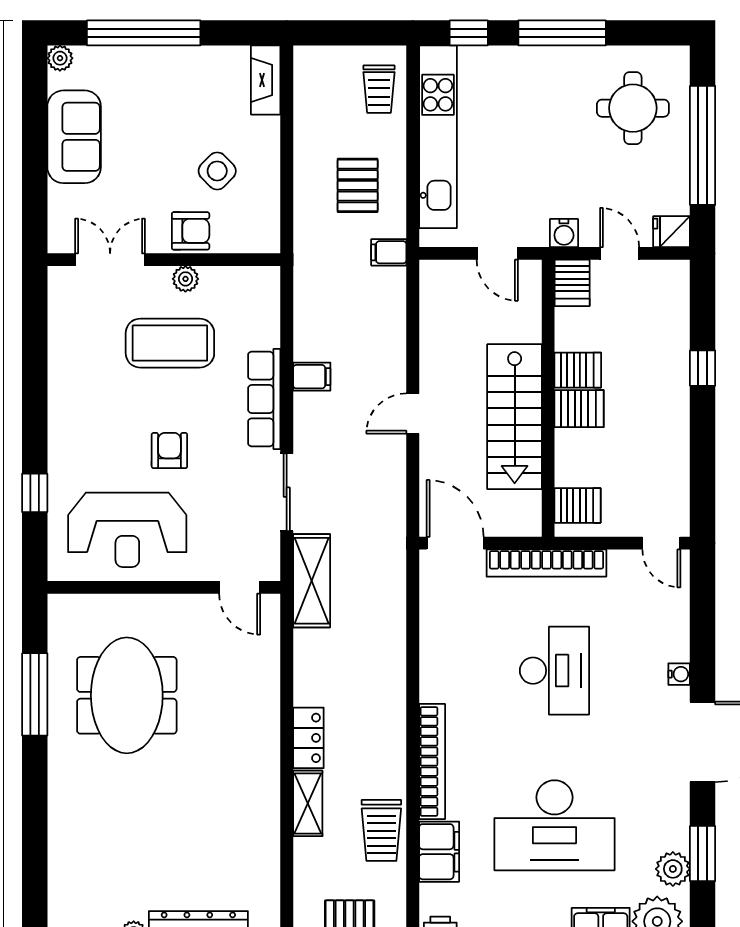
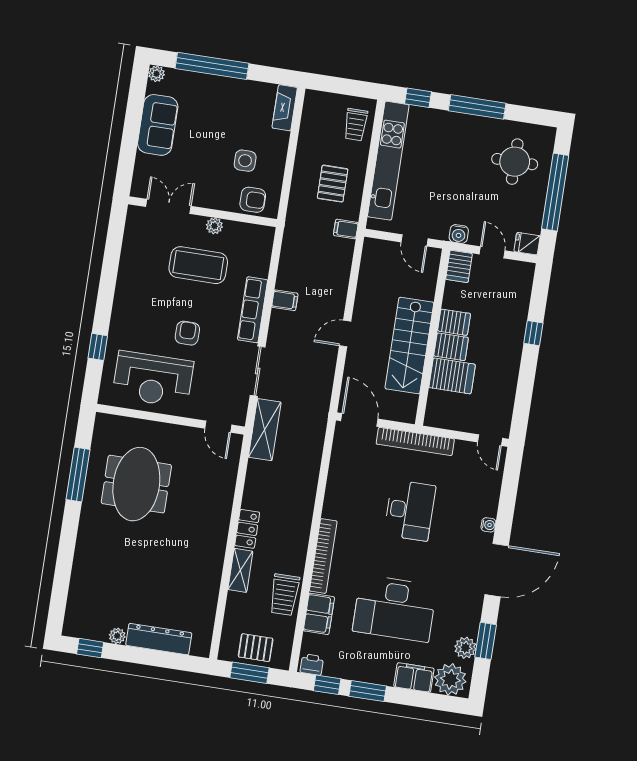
side table: (217, 171) -> (245, 161), turned 45
armchair: (191, 231) -> (253, 200), moved
server rack: (578, 505) -> (452, 376), moved, width x1.36, depth x1.44

